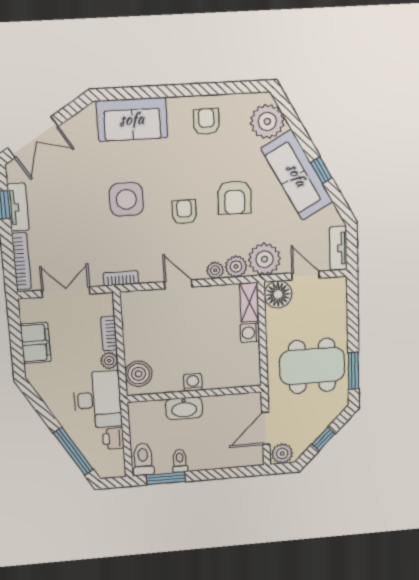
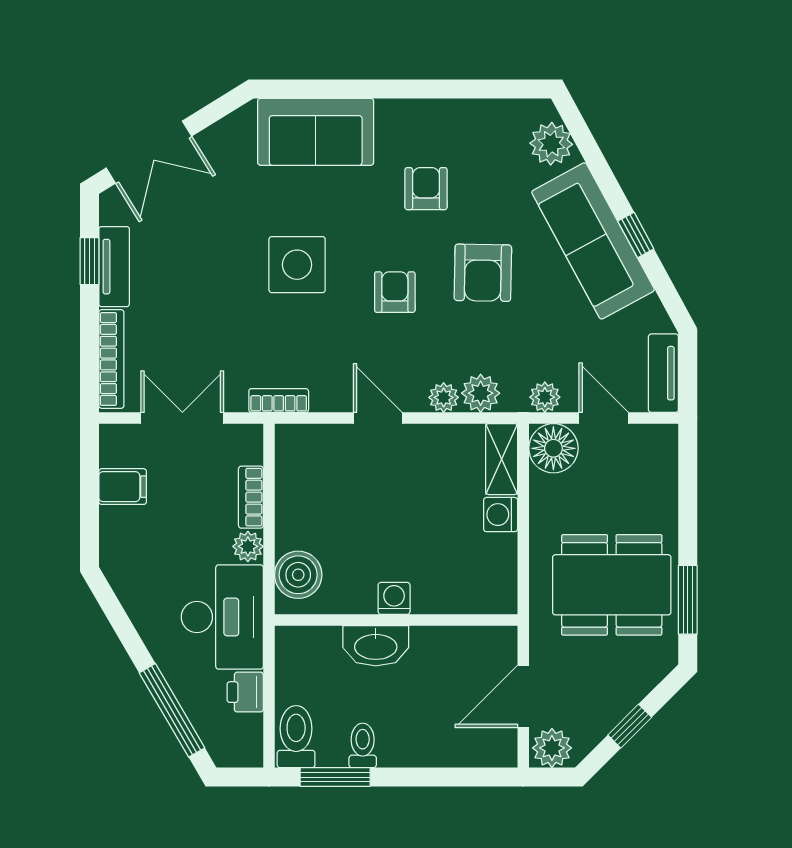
plant: (267, 121) -> (551, 144), width x0.73, depth x0.73
armchair: (206, 122) -> (426, 189), moved
plant: (264, 259) -> (545, 397), width x0.53, depth x0.53
filing cabinet: (36, 343) -> (123, 487), width x0.50

